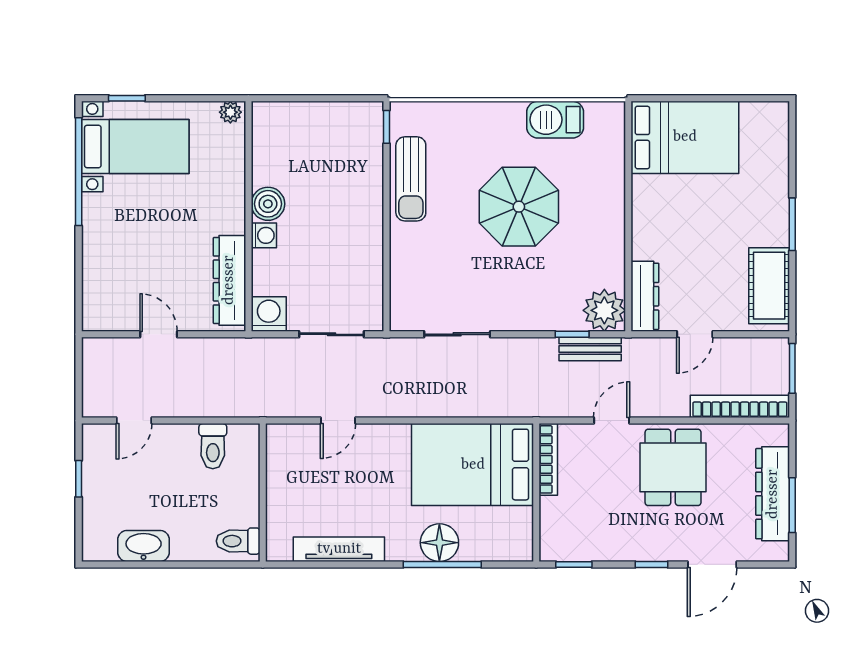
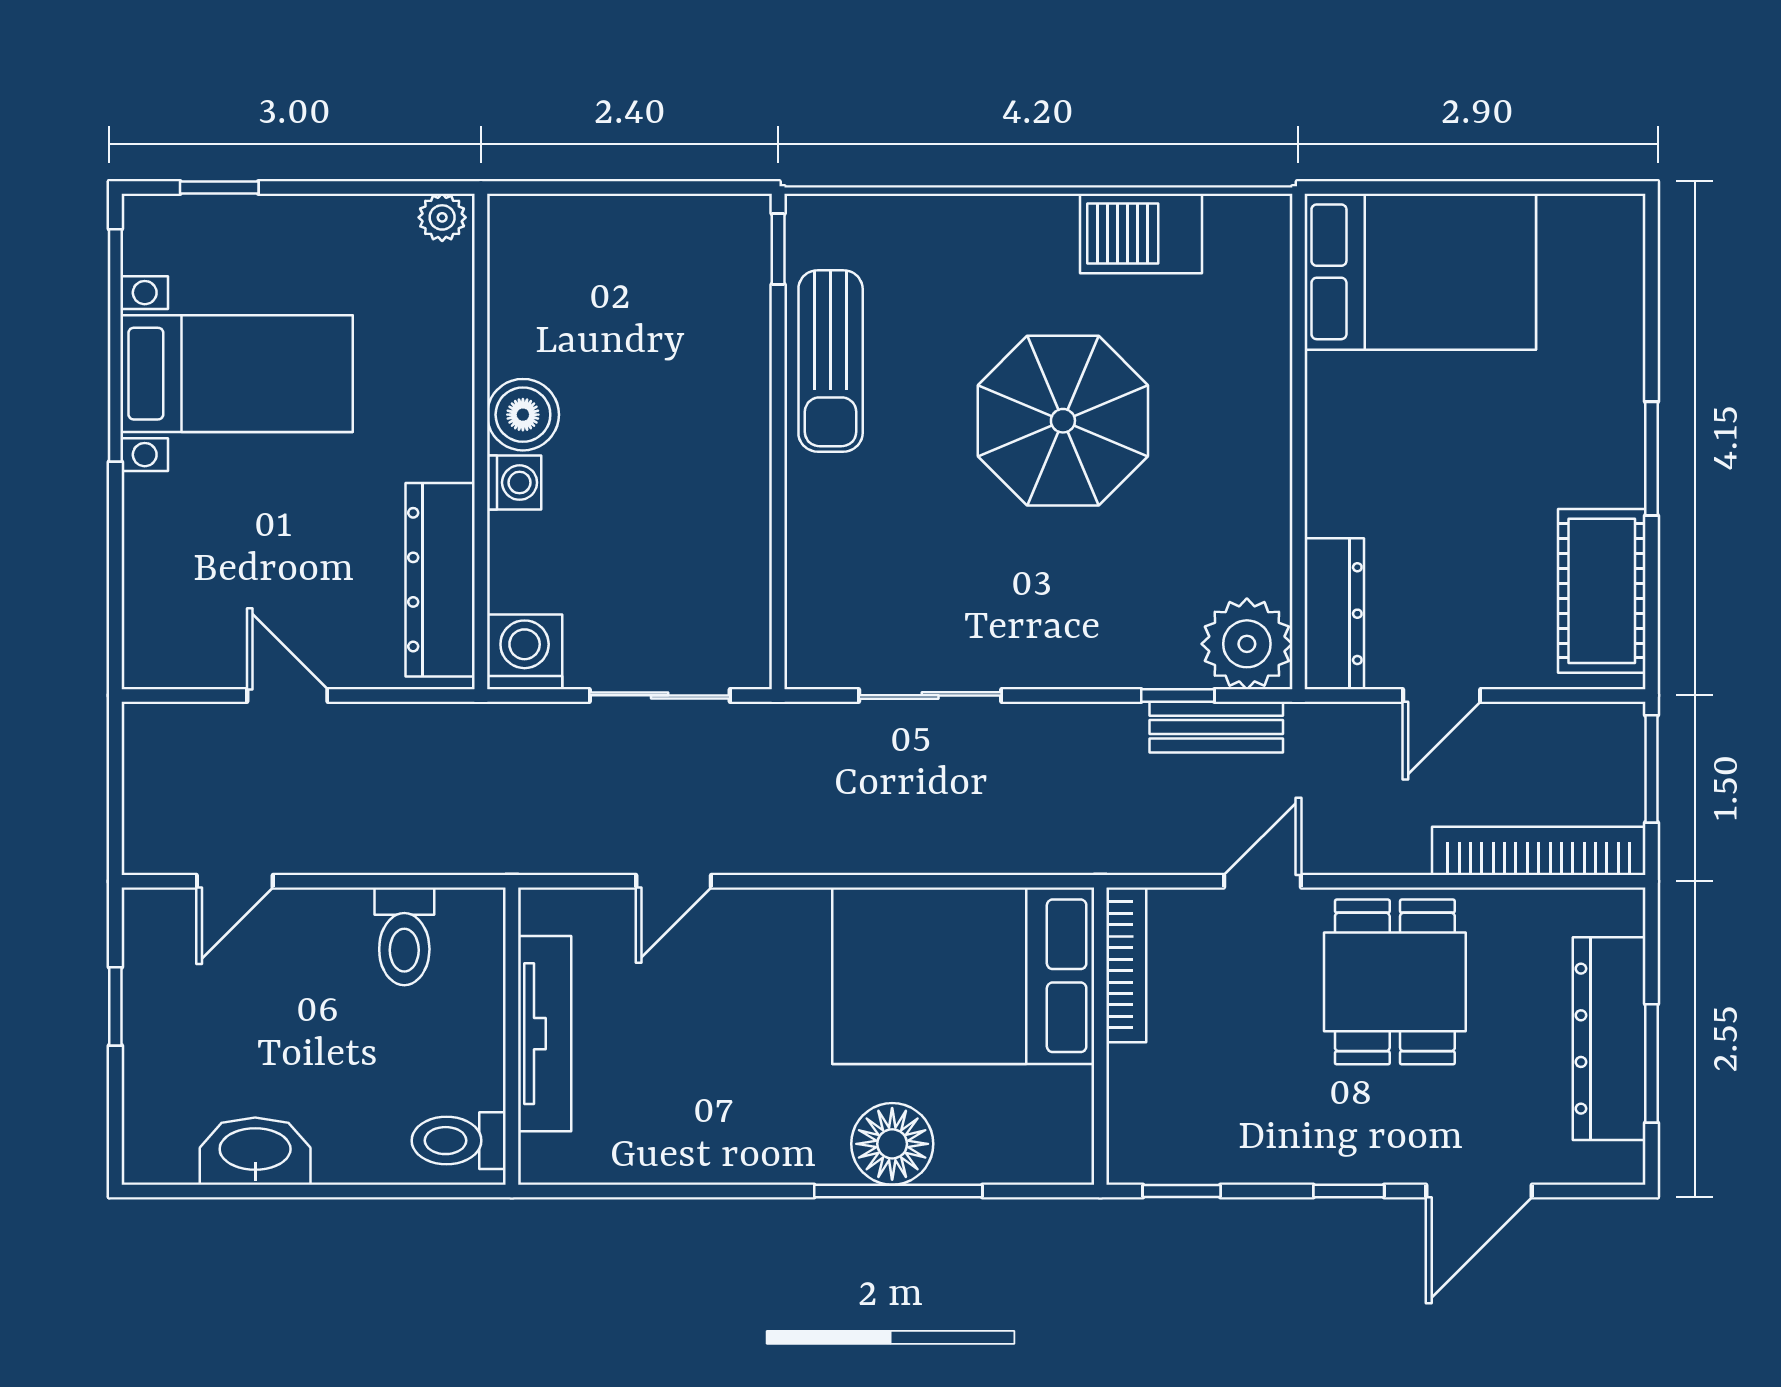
bed with nightstands: (135, 147) -> (237, 374), moved
tv unit: (339, 549) -> (545, 1034), moved, turned 90

